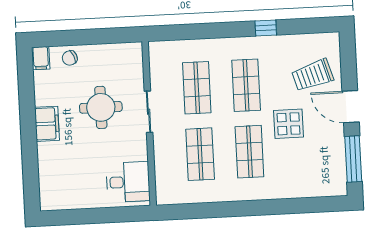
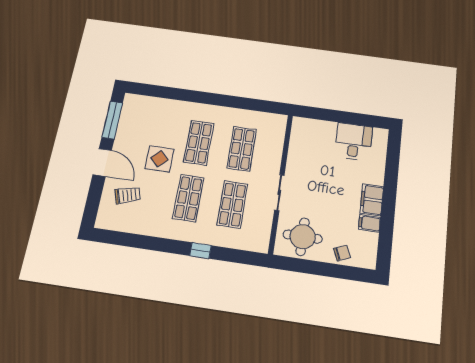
window: (266, 28) -> (200, 251), moved
filing cabinet: (41, 58) -> (369, 223), moved, turned -90
trolley: (313, 75) -> (128, 195), width x0.73, depth x0.72
round table: (101, 107) -> (303, 237), moved
desk: (128, 182) -> (354, 142), moved, turned 90

